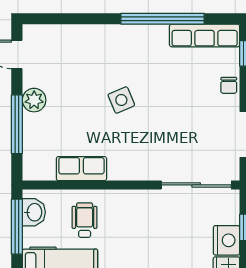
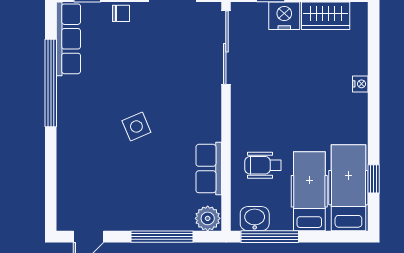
plant: (34, 100) -> (208, 218), moved

